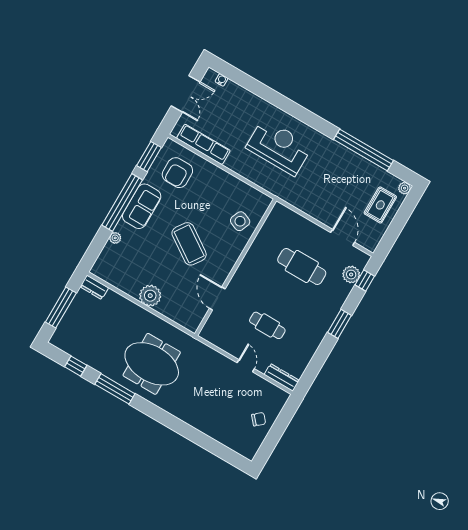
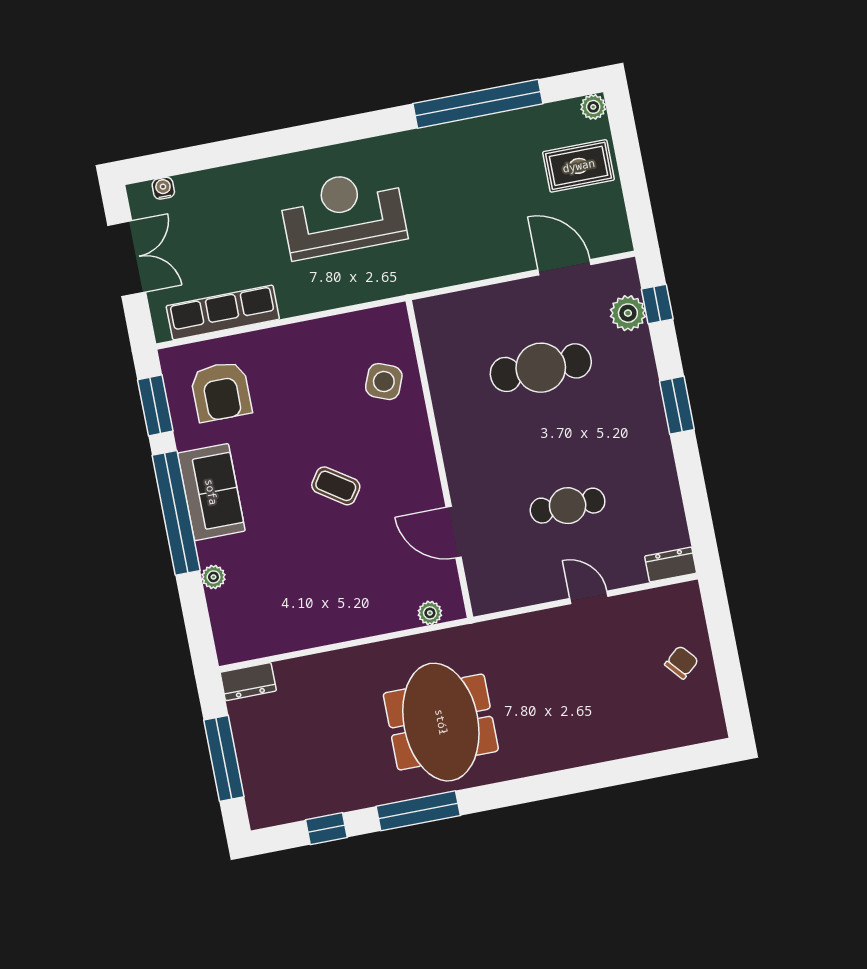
rug: (380, 205) -> (579, 166), turned 90
coffee table: (189, 244) -> (336, 486), width x0.54, depth x0.58
plant: (150, 296) -> (430, 613), moved, width x0.53, depth x0.53
meeting table: (152, 364) -> (441, 722), turned 90
dresser: (282, 377) -> (671, 565), width x0.70

